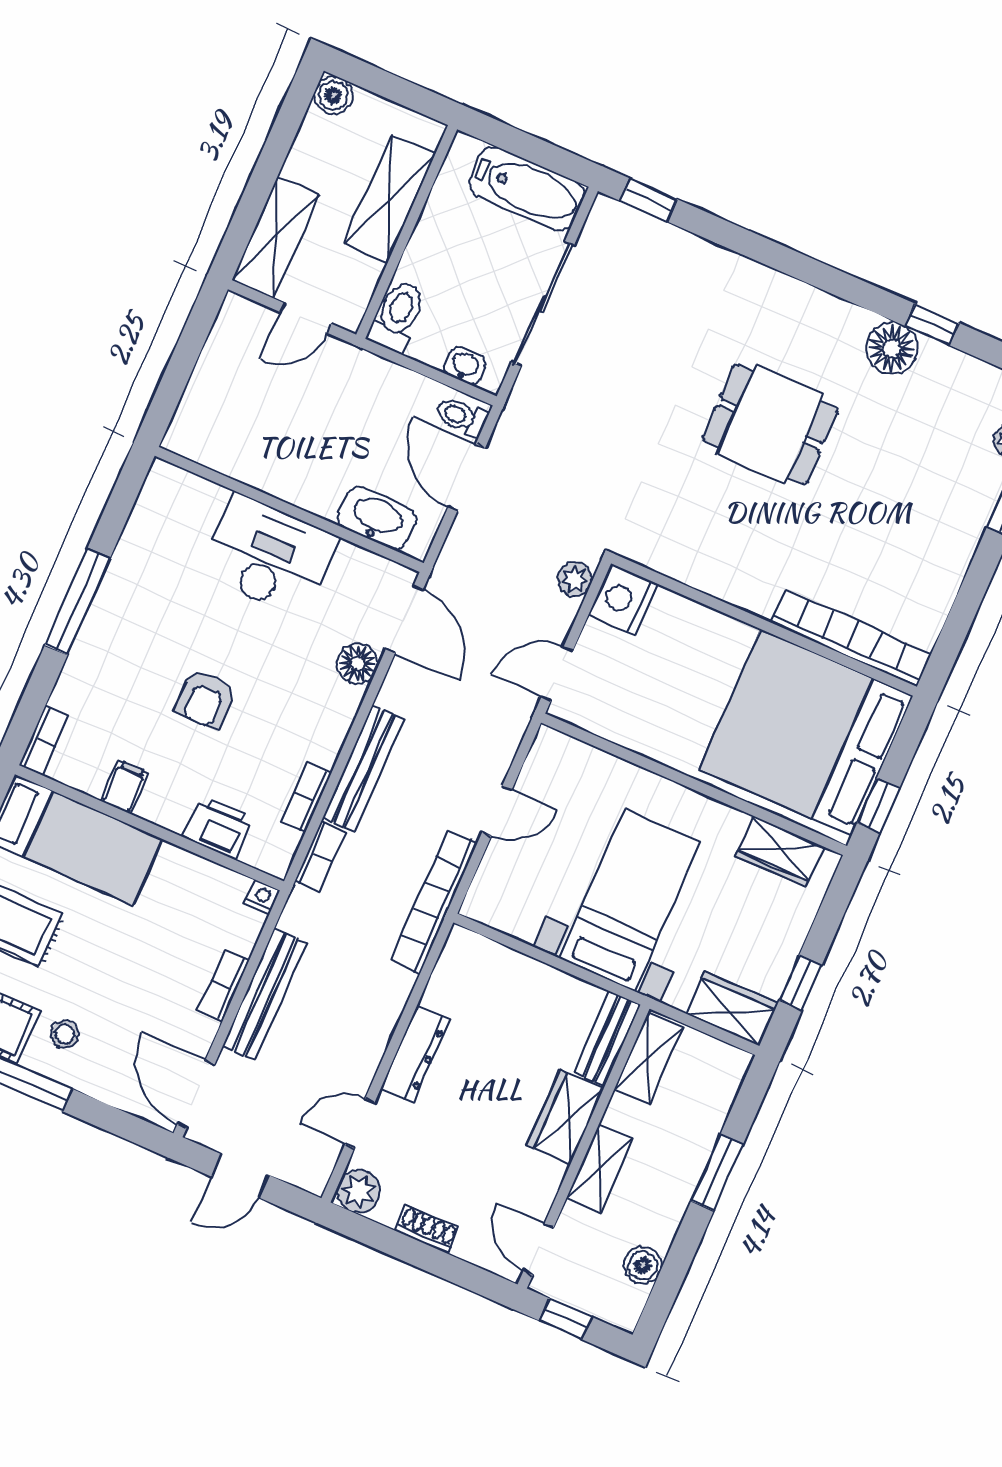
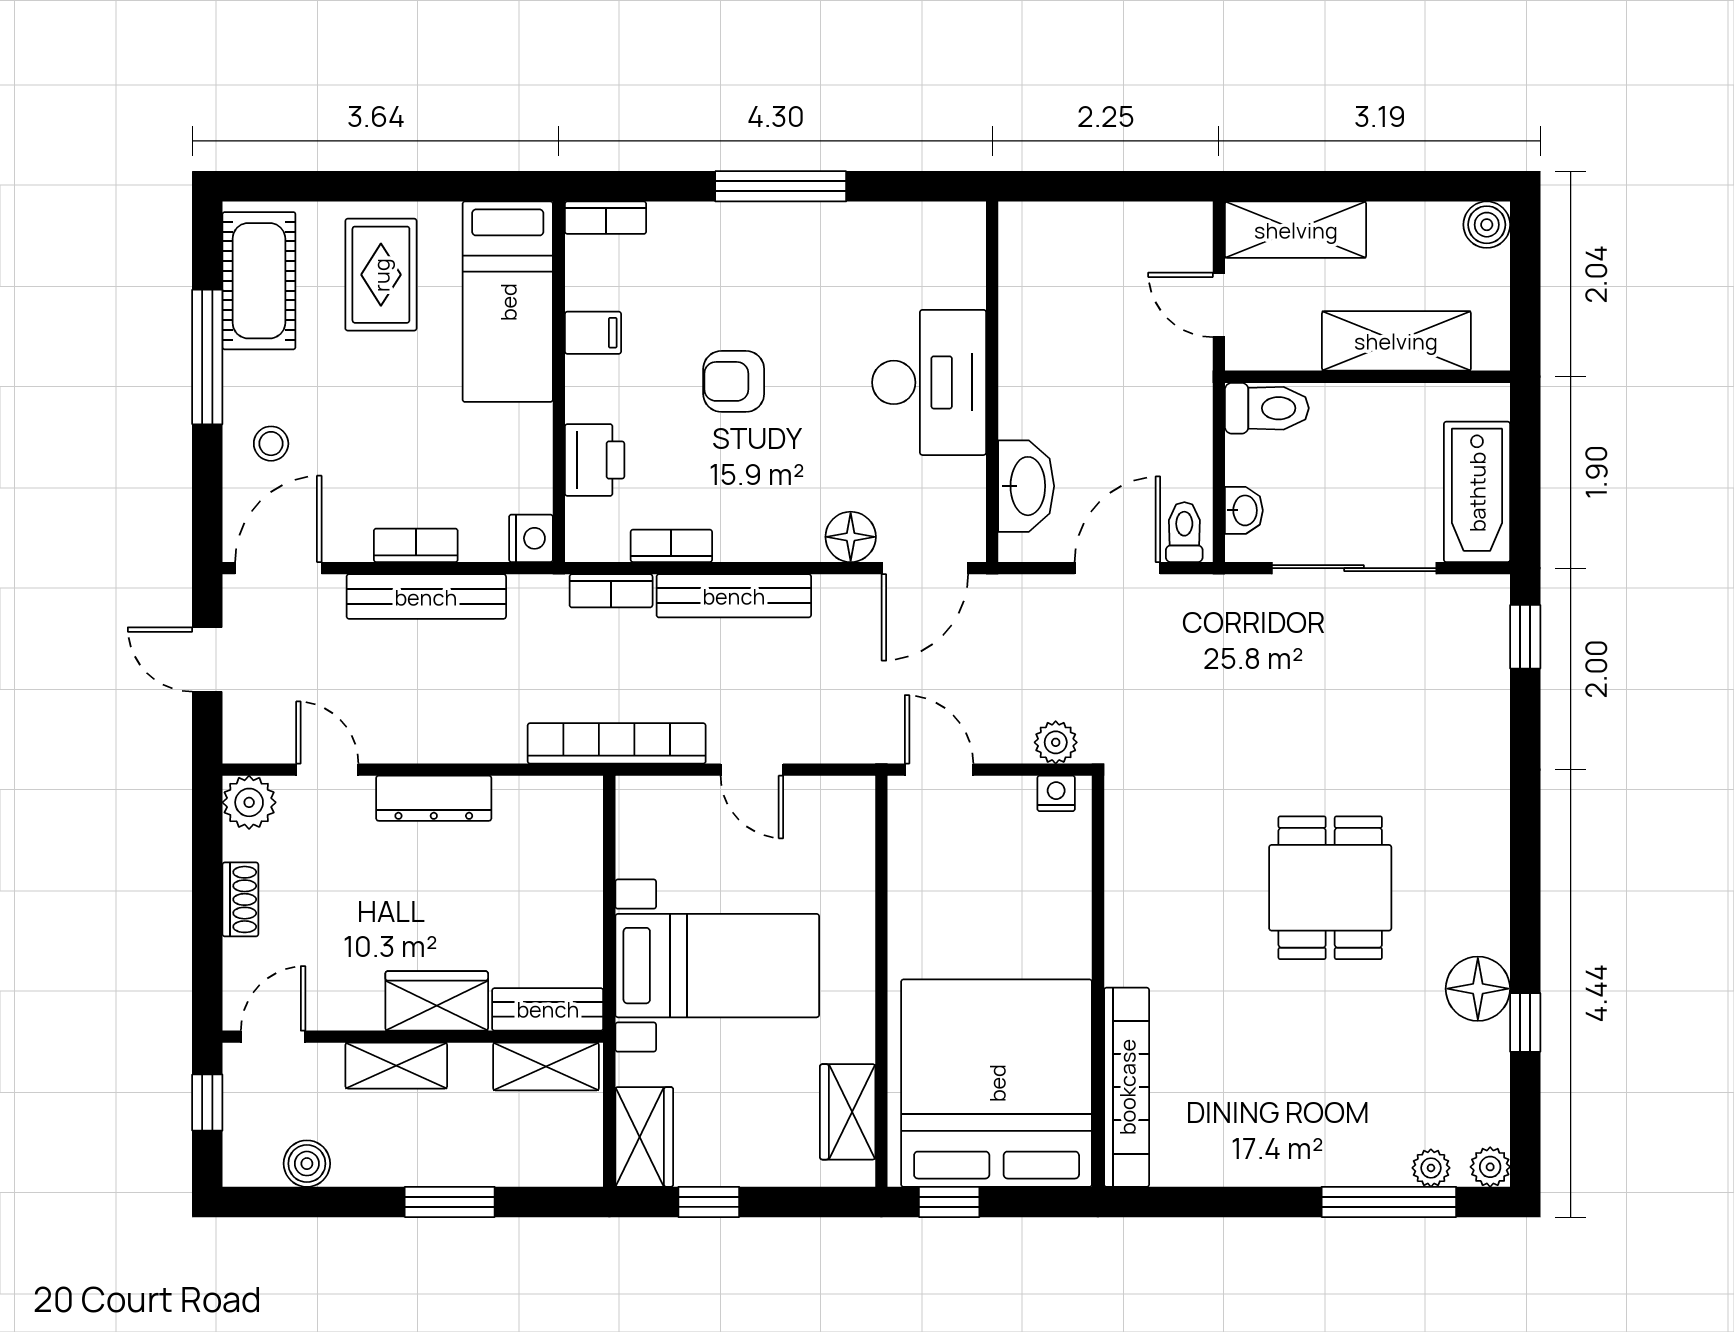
nightstand: (623, 600) -> (1056, 793), width x0.53, depth x0.56
nightstand: (262, 897) -> (531, 538), width x1.39, depth x1.35
stool: (65, 1034) -> (271, 444), moved

